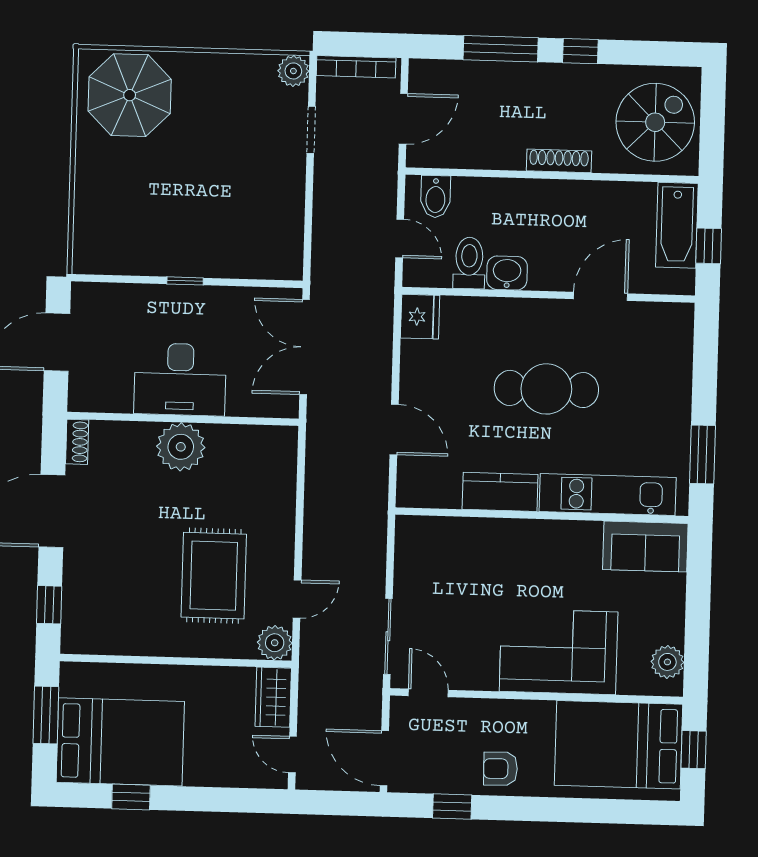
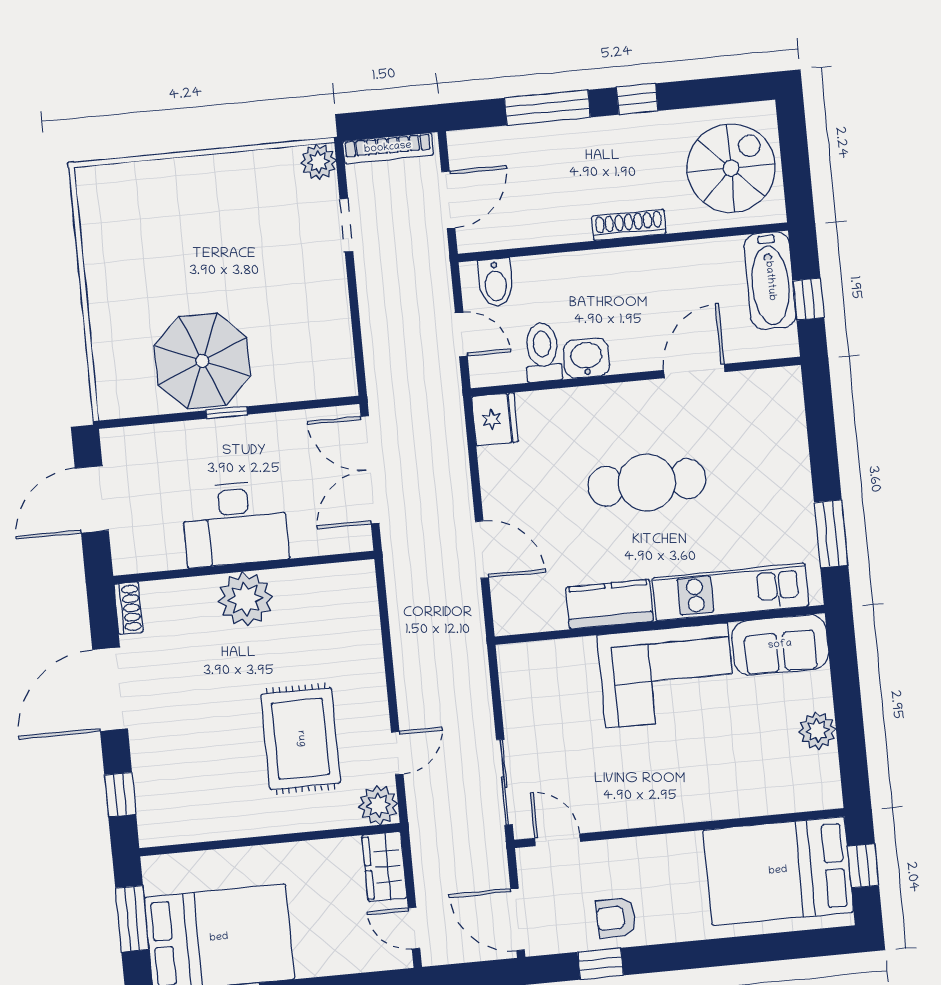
parasol: (130, 95) -> (202, 361), moved
corner sofa: (559, 652) -> (667, 675), moved, turned 180
plant: (667, 662) -> (817, 731), moved
armchair: (500, 769) -> (616, 918), moved

